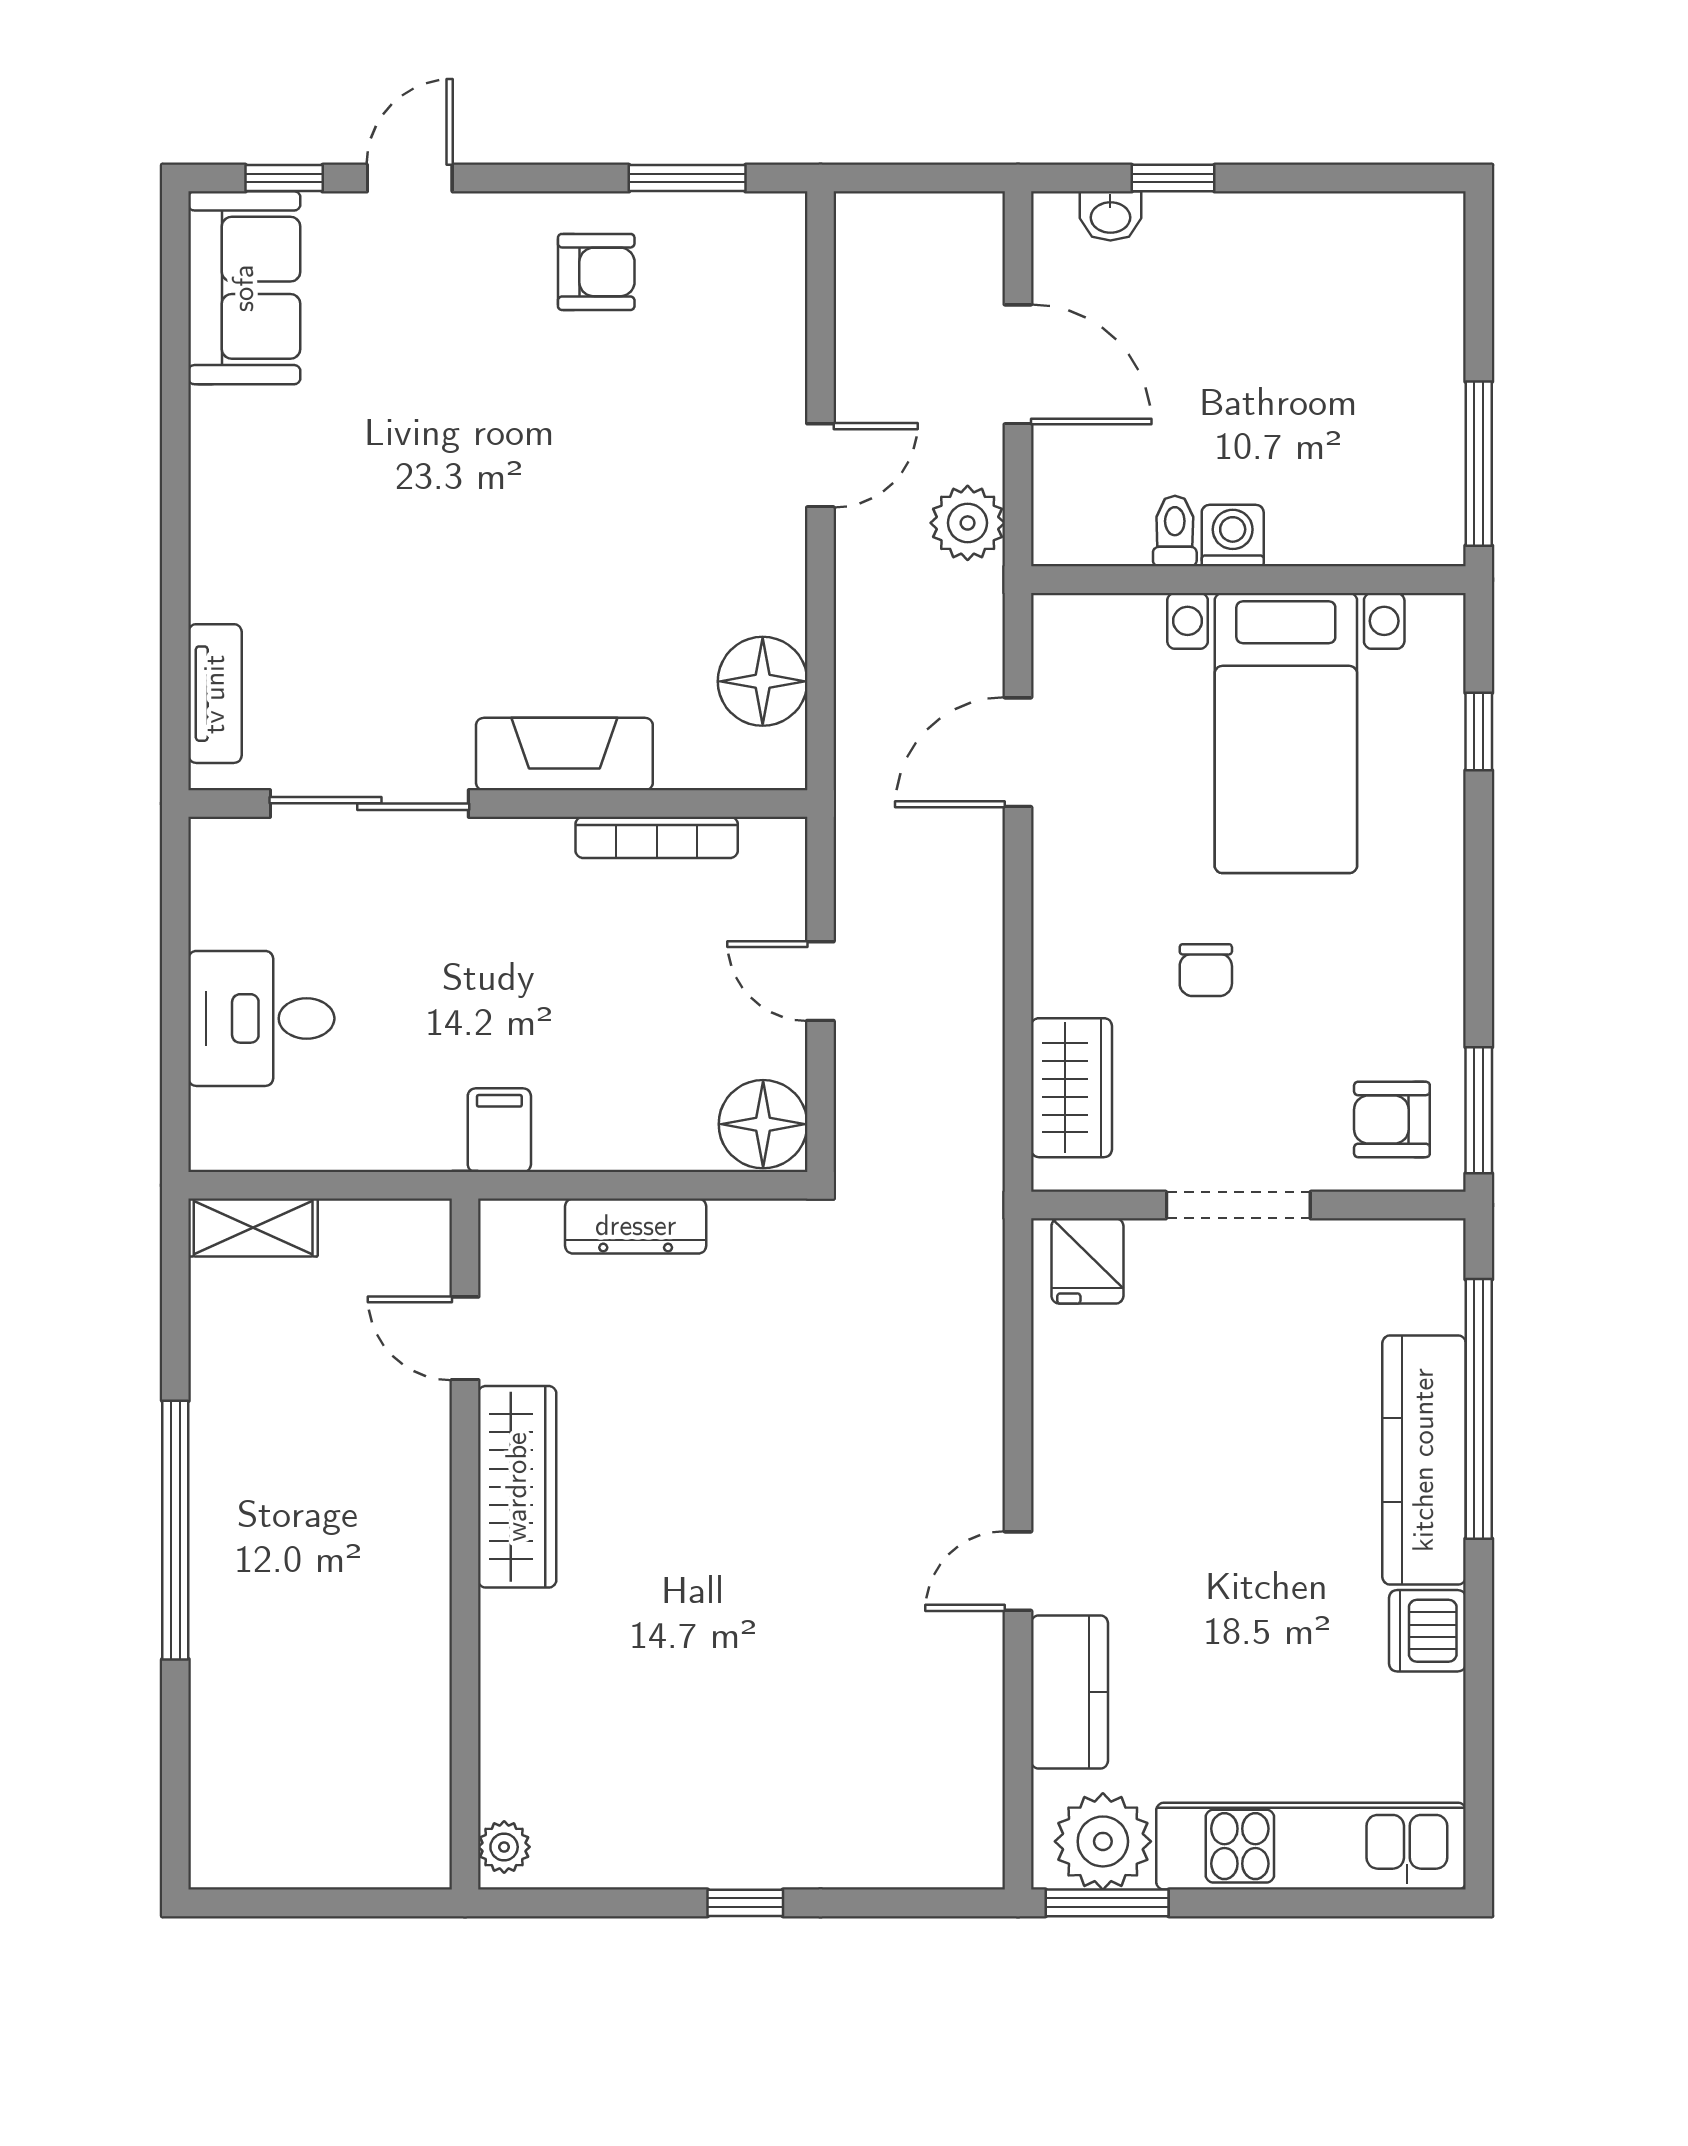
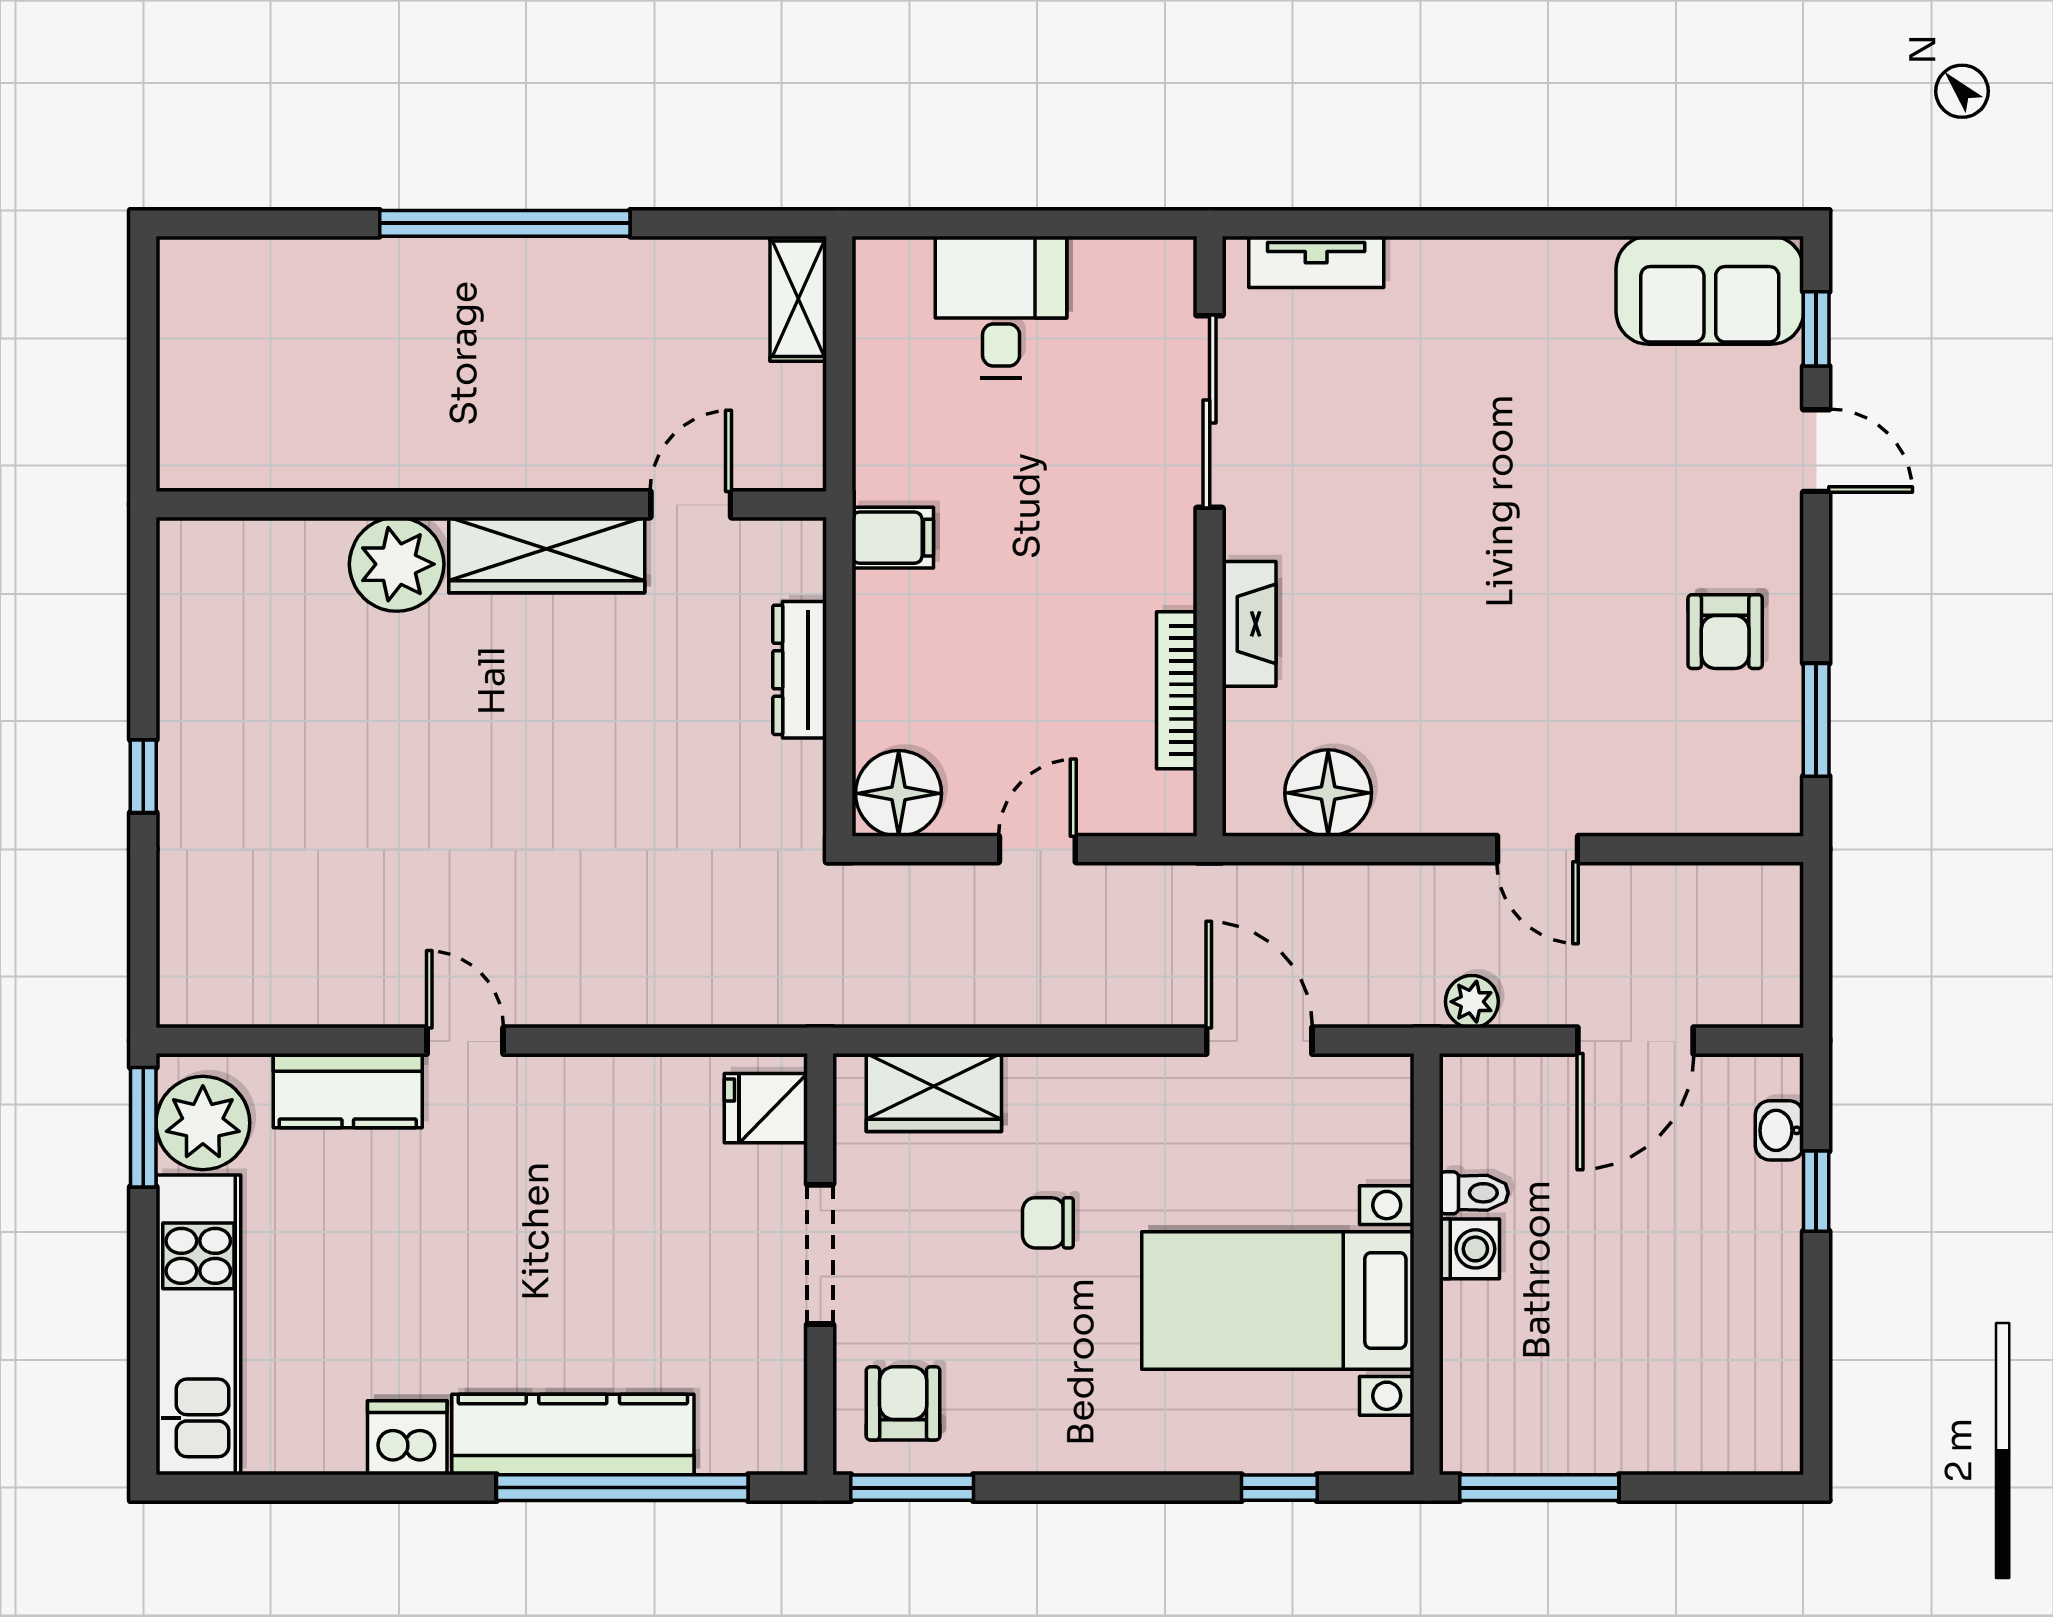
plant: (968, 523) -> (1472, 1002), width x0.73, depth x0.73
fireplace: (564, 754) -> (1249, 624), width x0.73, depth x0.76
plant: (504, 1847) -> (397, 564), moved, width x1.87, depth x1.87

